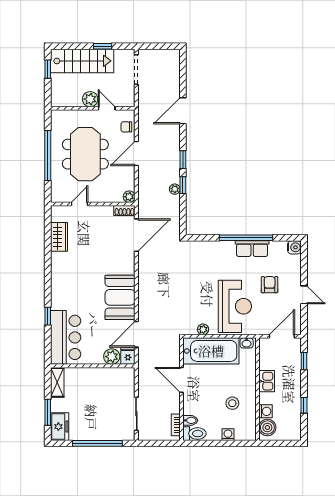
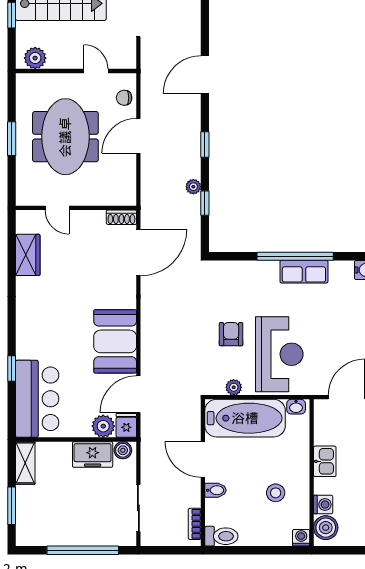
plant: (90, 99) -> (35, 58), moved
window: (48, 155) -> (12, 139), width x0.47
window: (183, 185) -> (205, 203), moved
plant: (129, 197) -> (128, 198), removed
door: (79, 204) -> (57, 208), swing flipped
armchair: (270, 285) -> (231, 334), moved
boiler: (125, 373) -> (123, 450), added
bidet: (190, 420) -> (215, 490), moved
freezer: (60, 427) -> (93, 455), moved, turned 90
washing machine: (228, 435) -> (301, 538), moved

